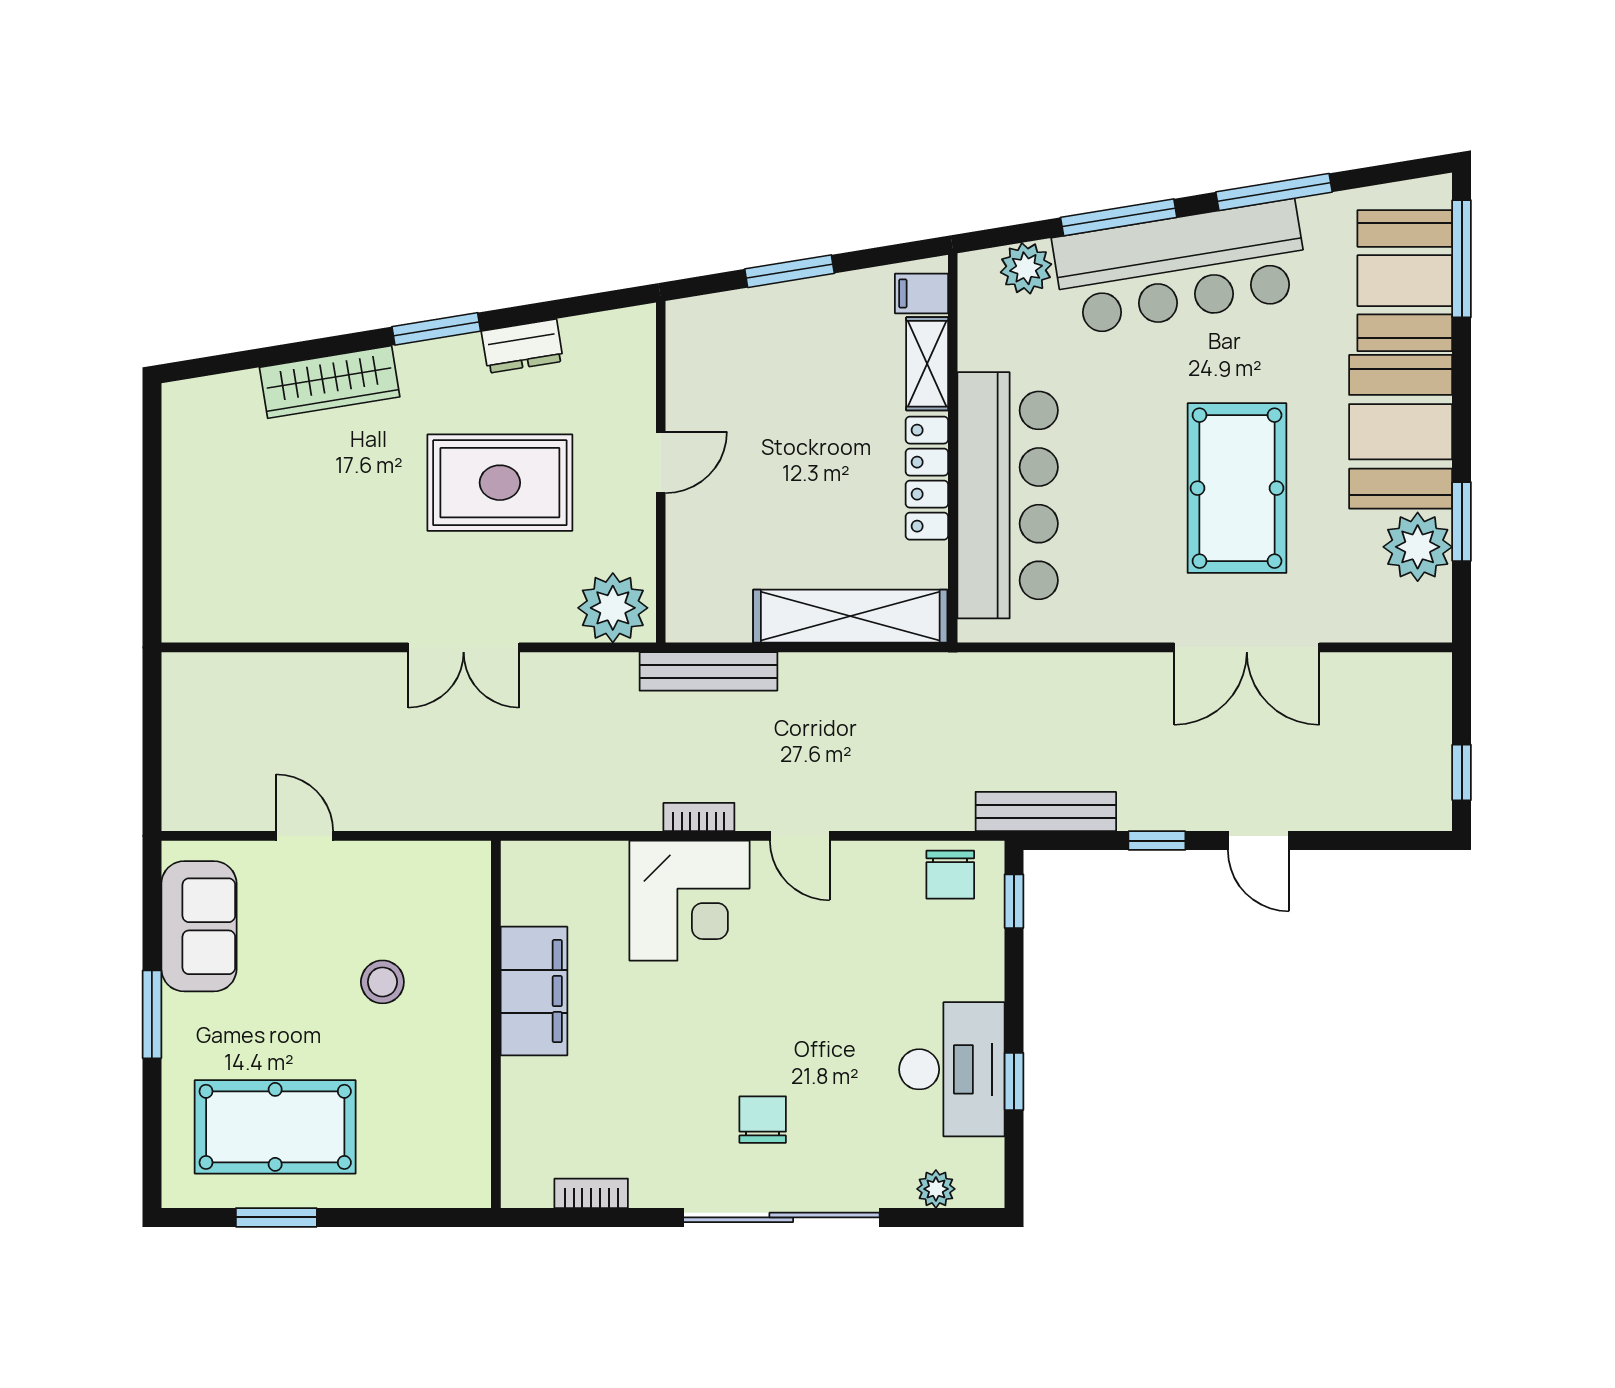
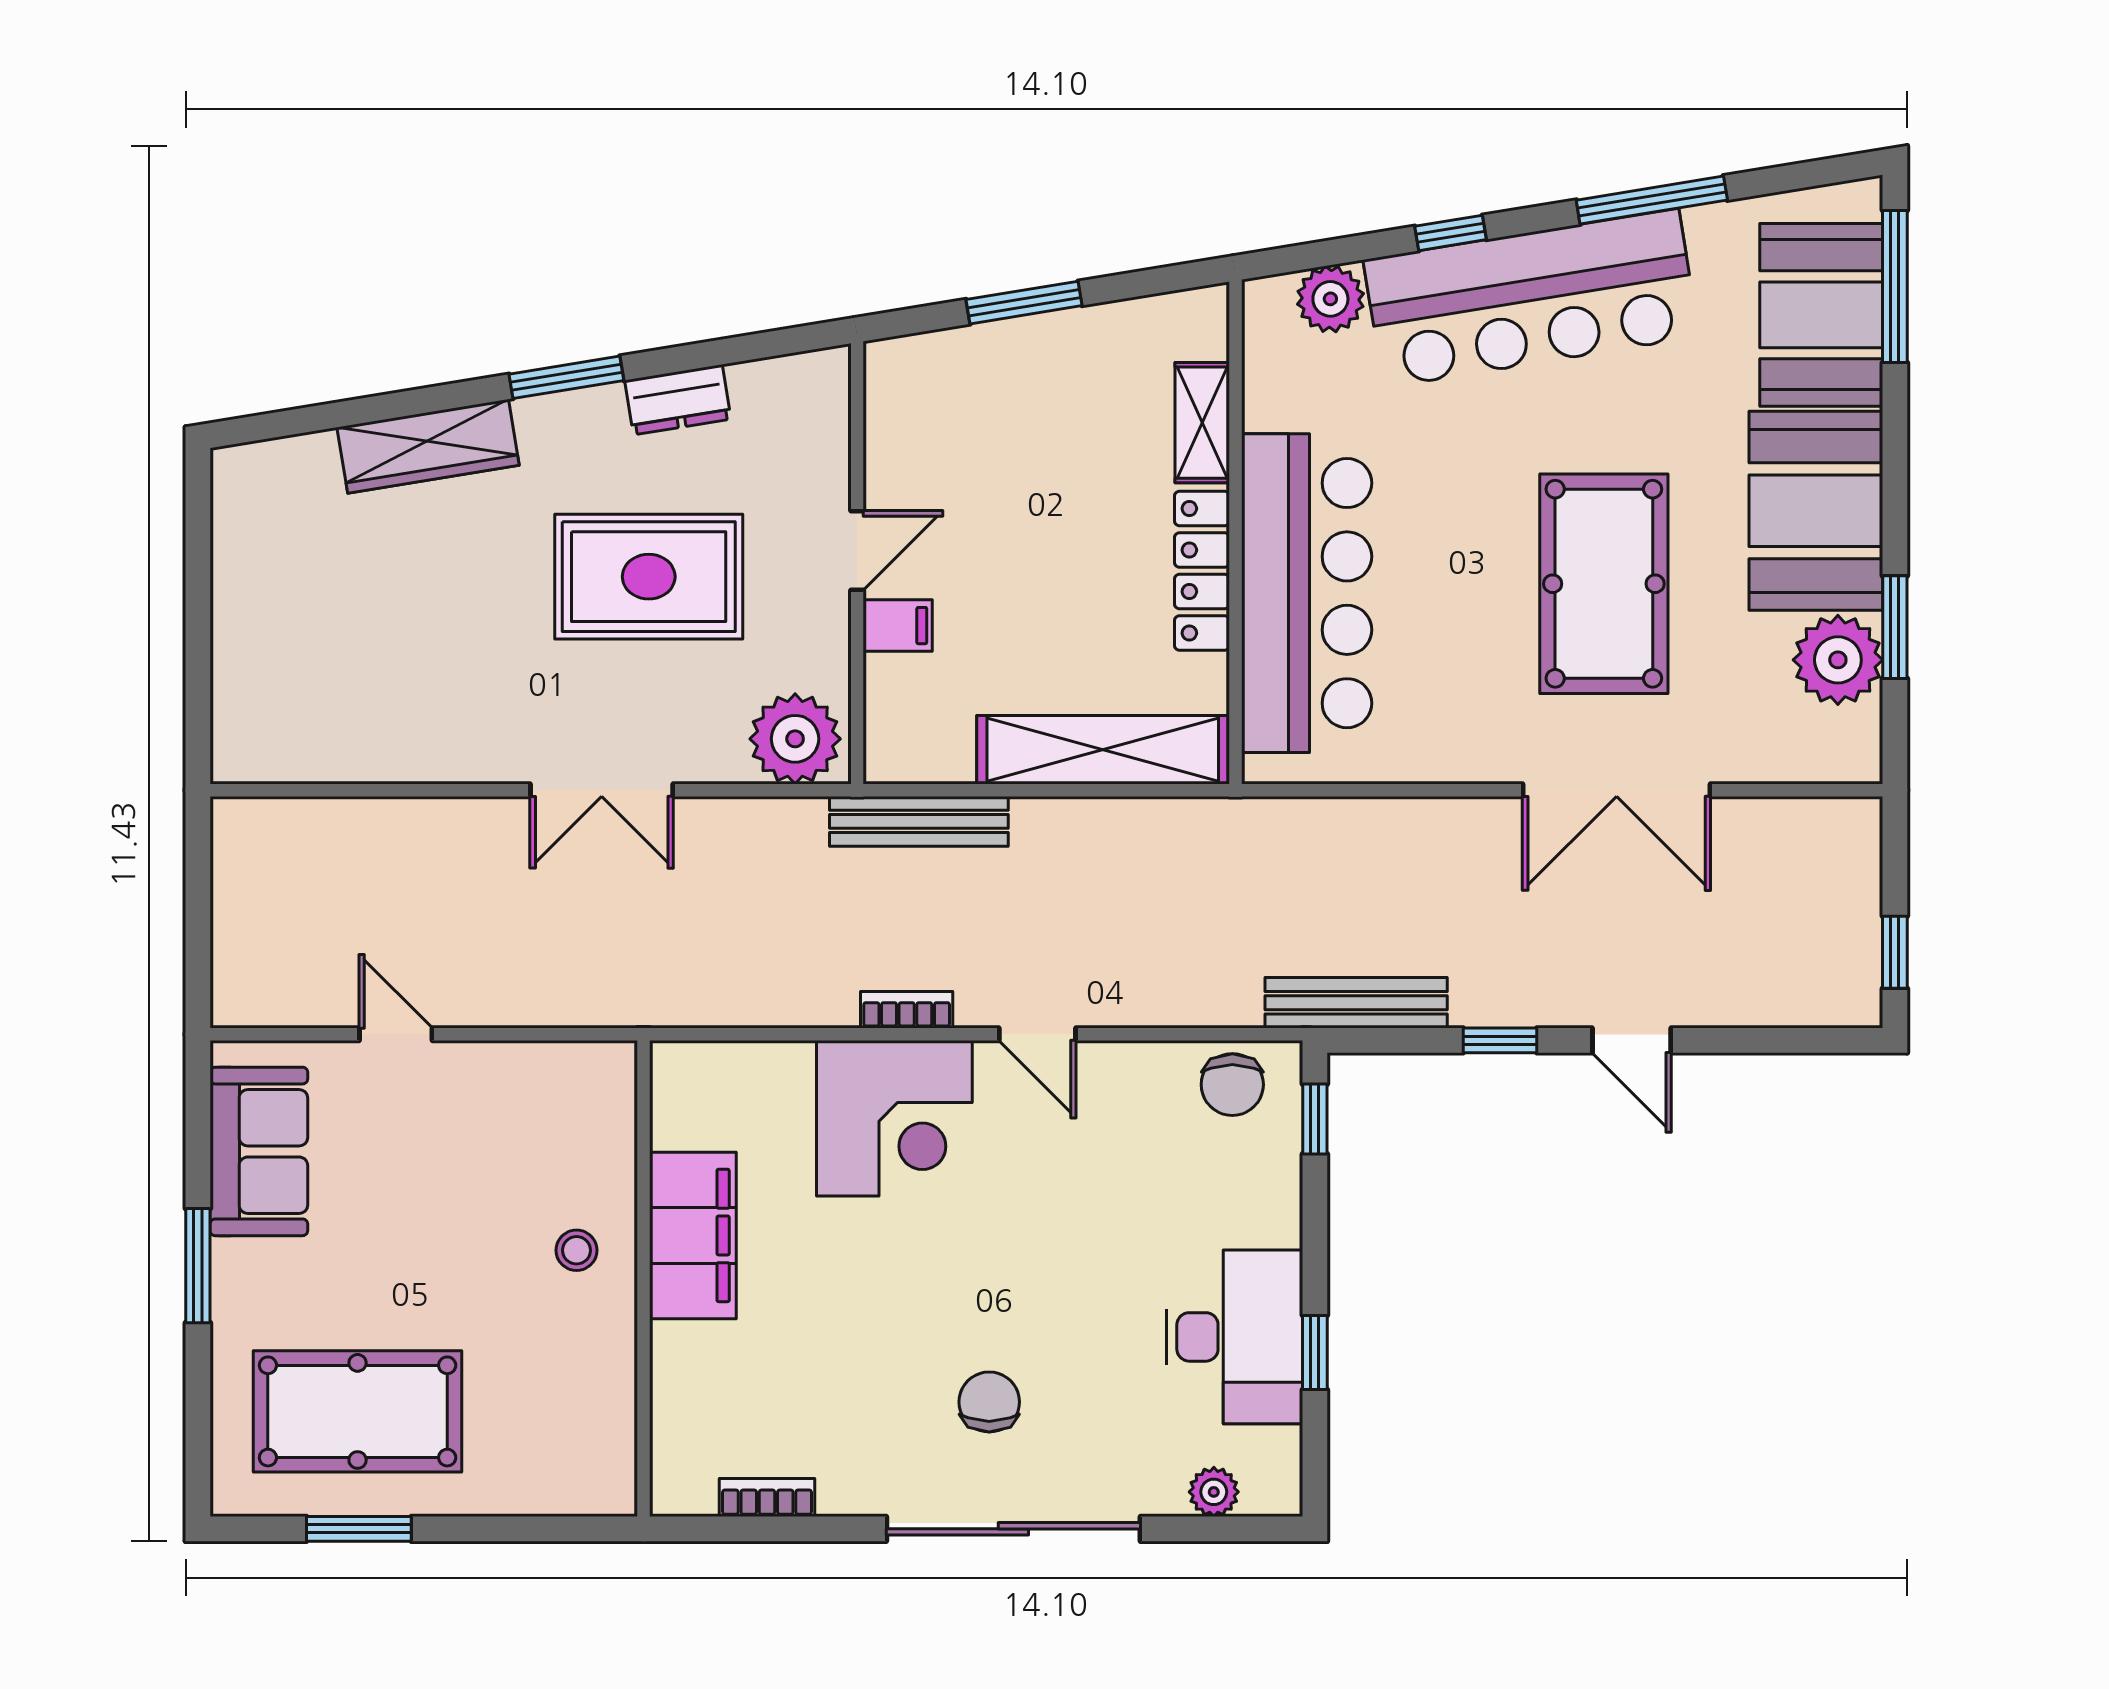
window: (1119, 217) -> (1450, 233), width x0.46
filing cabinet: (921, 293) -> (898, 626), moved, turned 180
stool: (382, 982) -> (577, 1250), moved, width x0.73, depth x0.73

